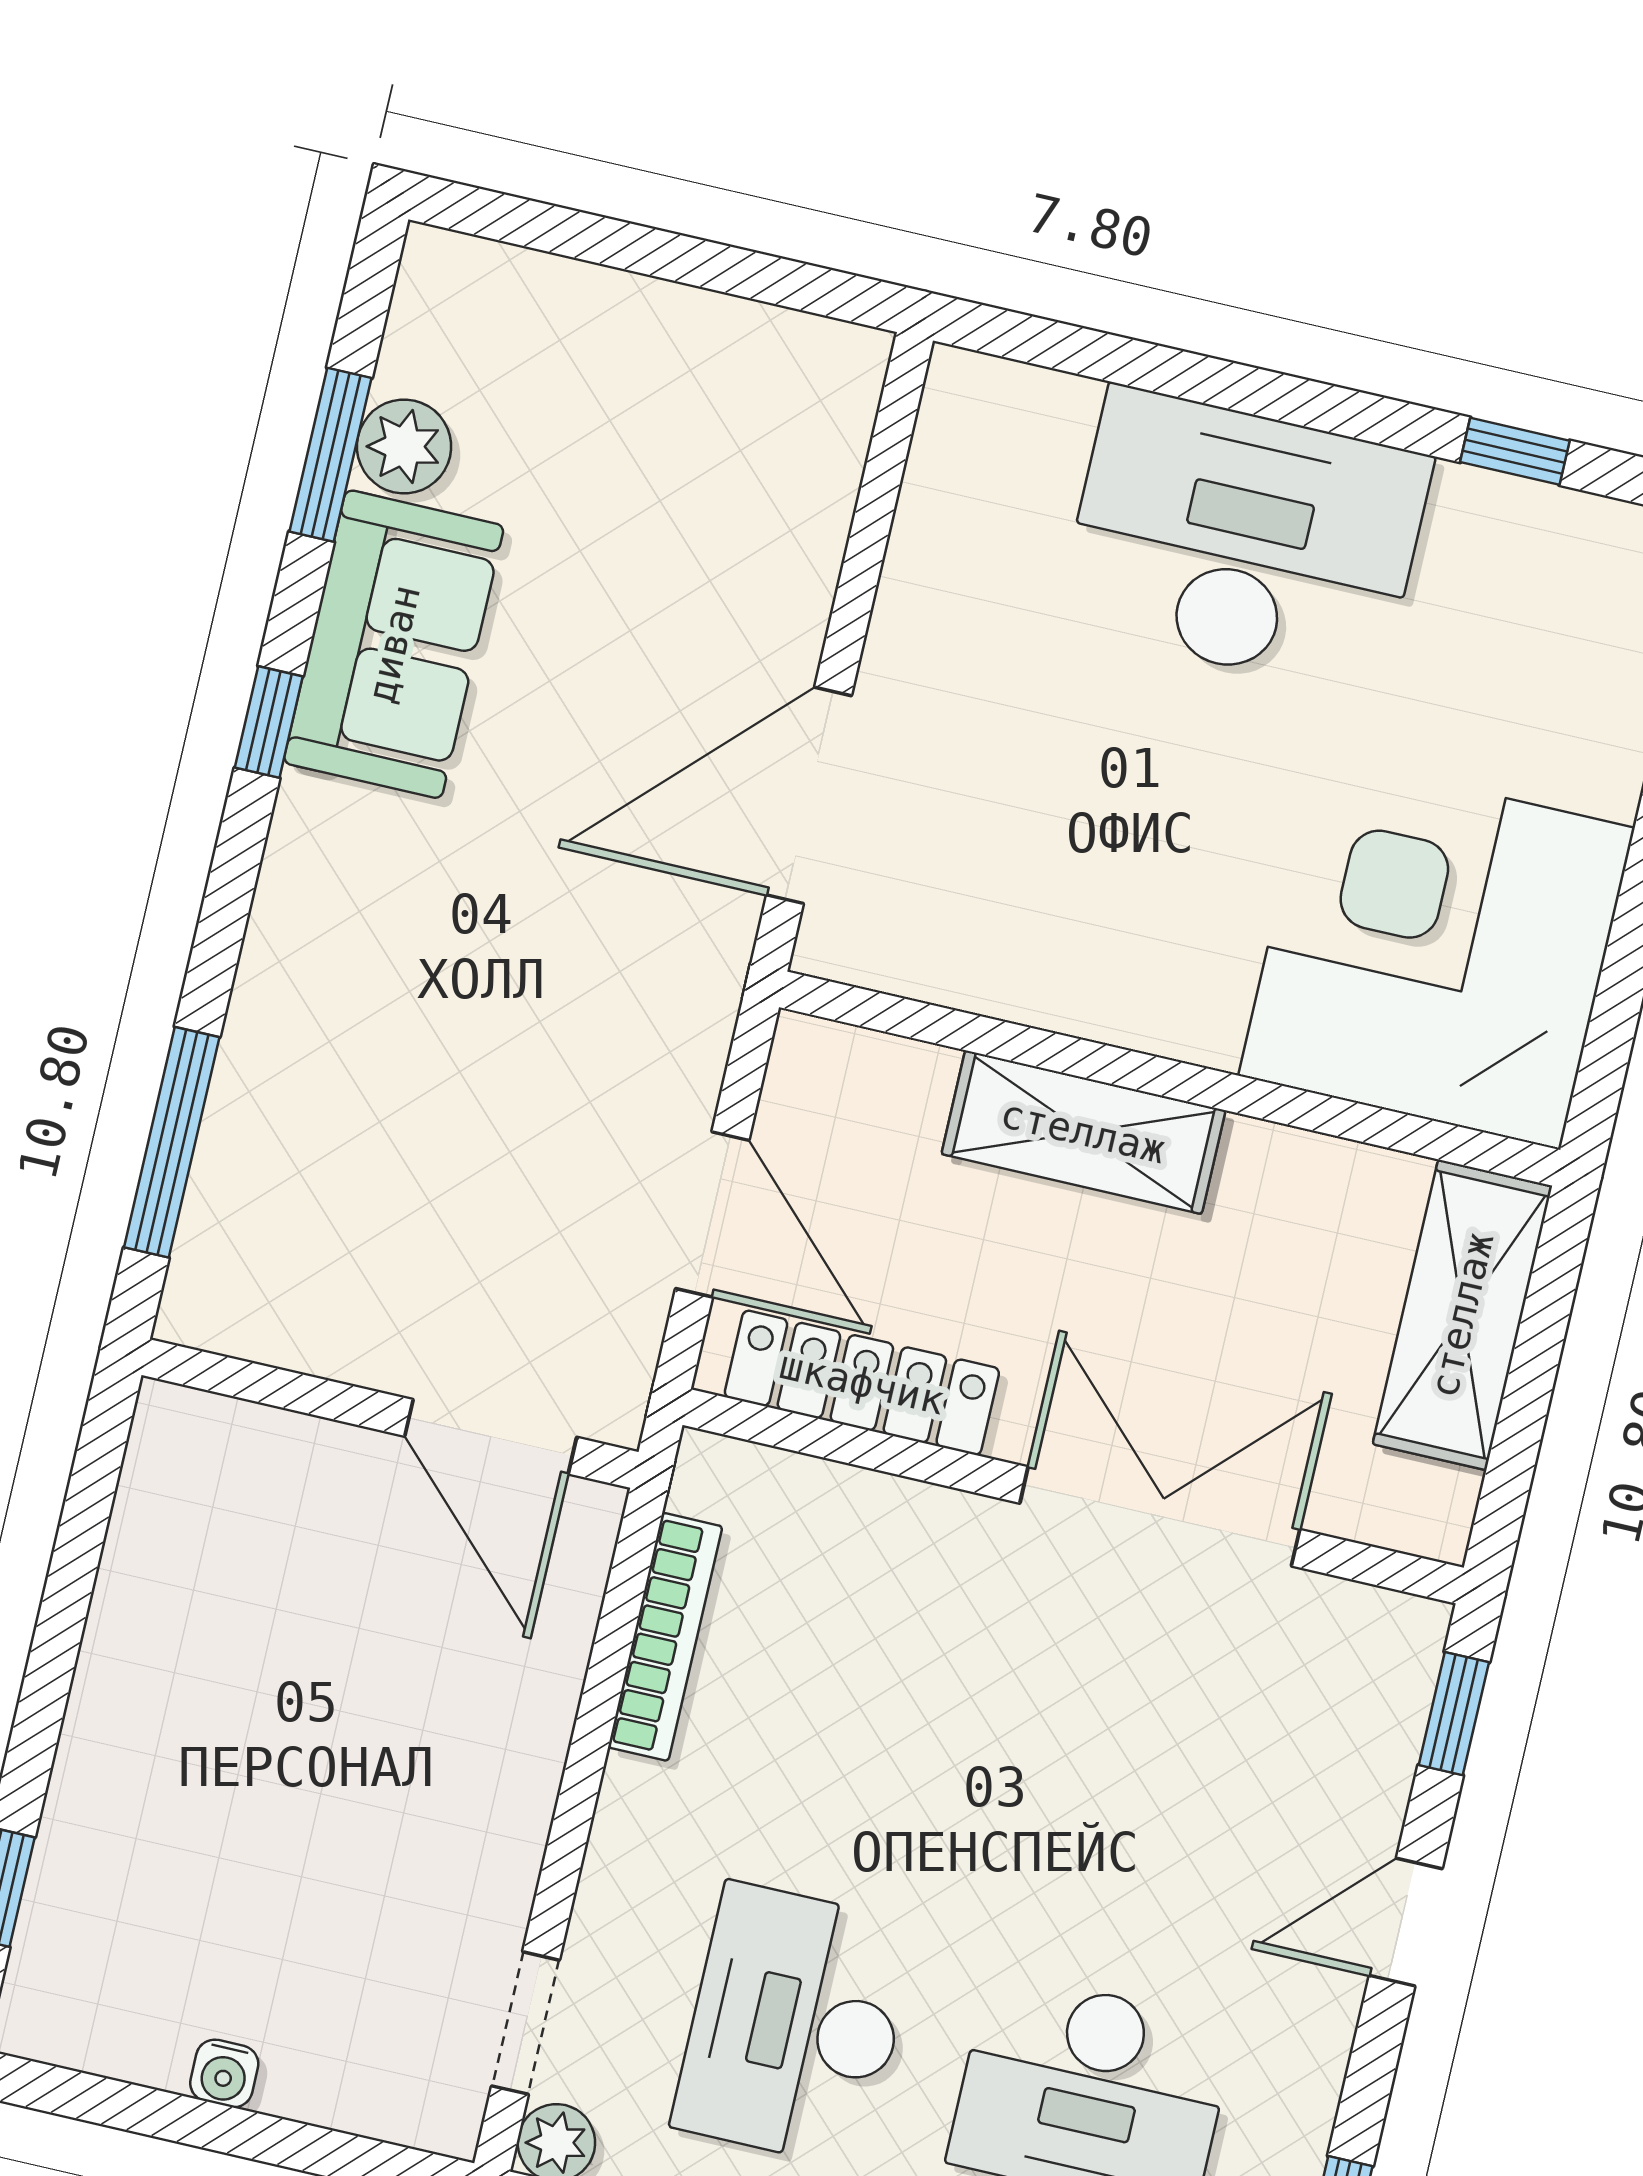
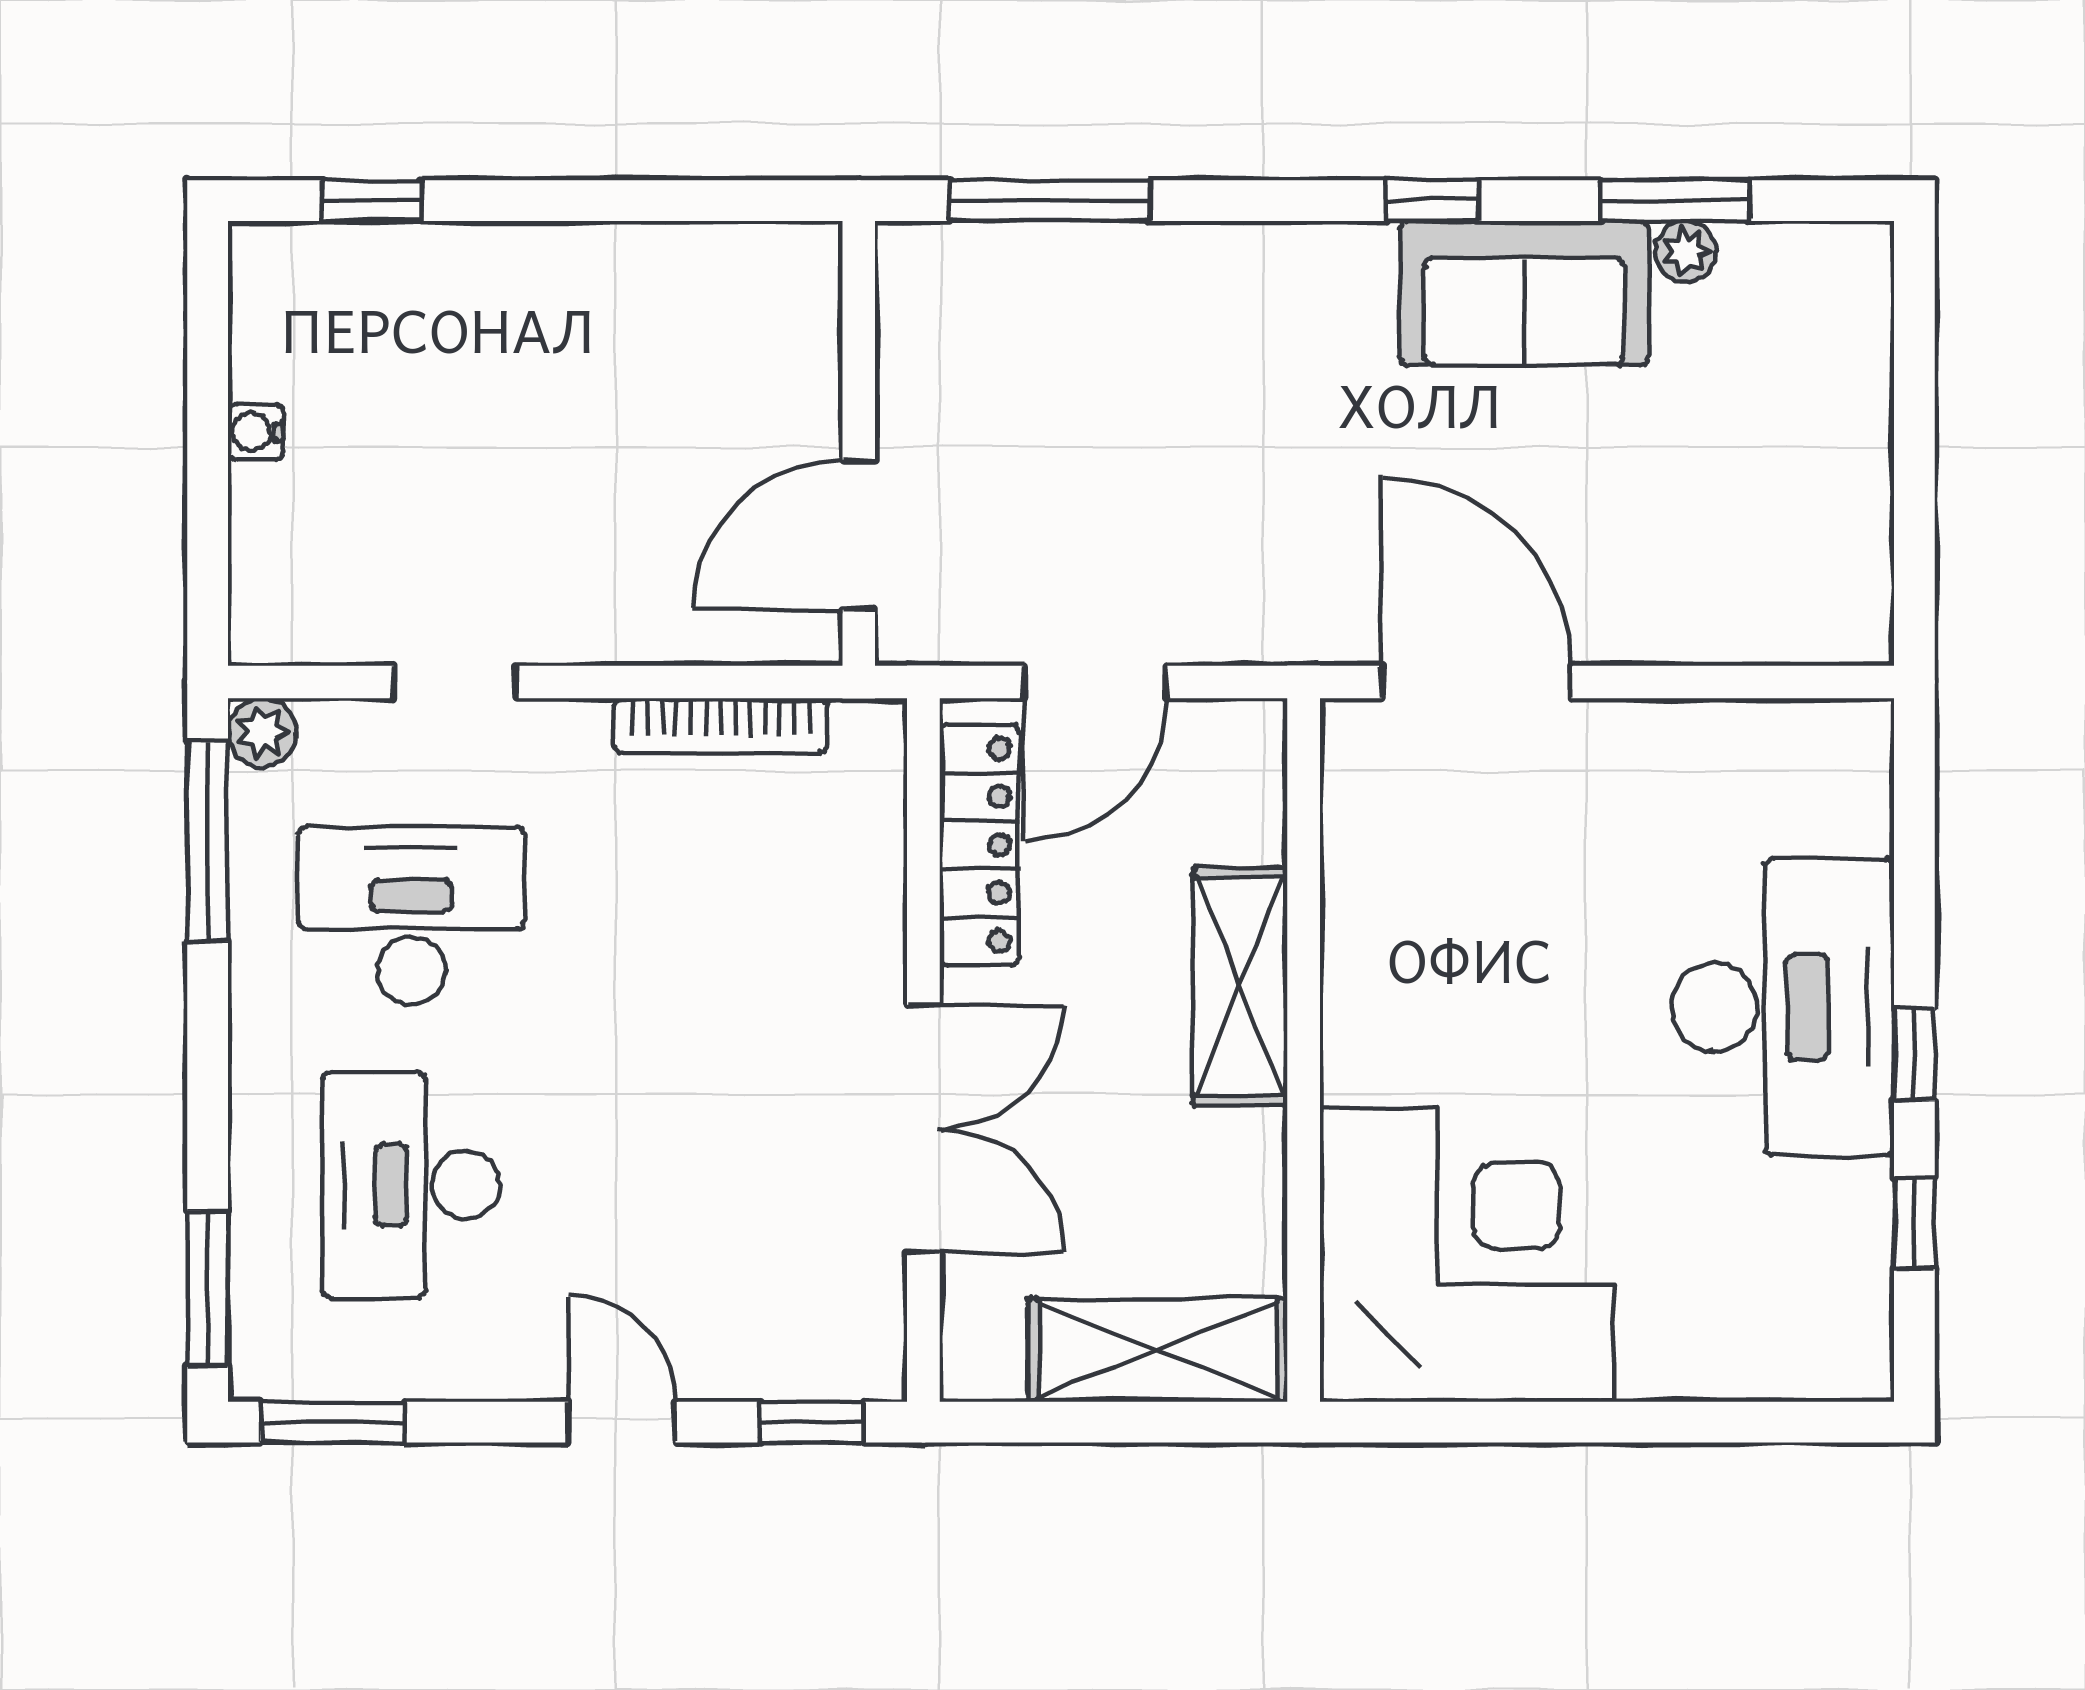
window: (1329, 408) -> (1914, 1054), added
plant: (404, 446) -> (1686, 251), width x0.73, depth x0.73
doorway: (526, 2023) -> (455, 682), moved

